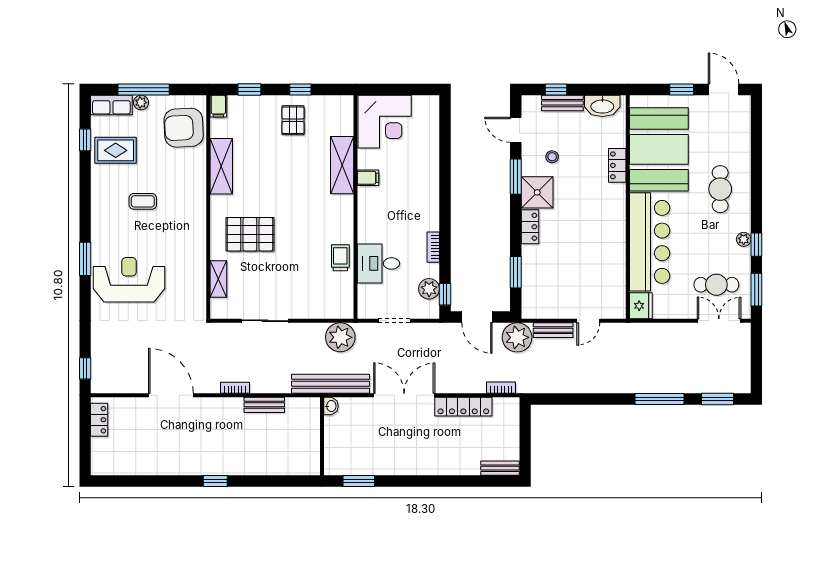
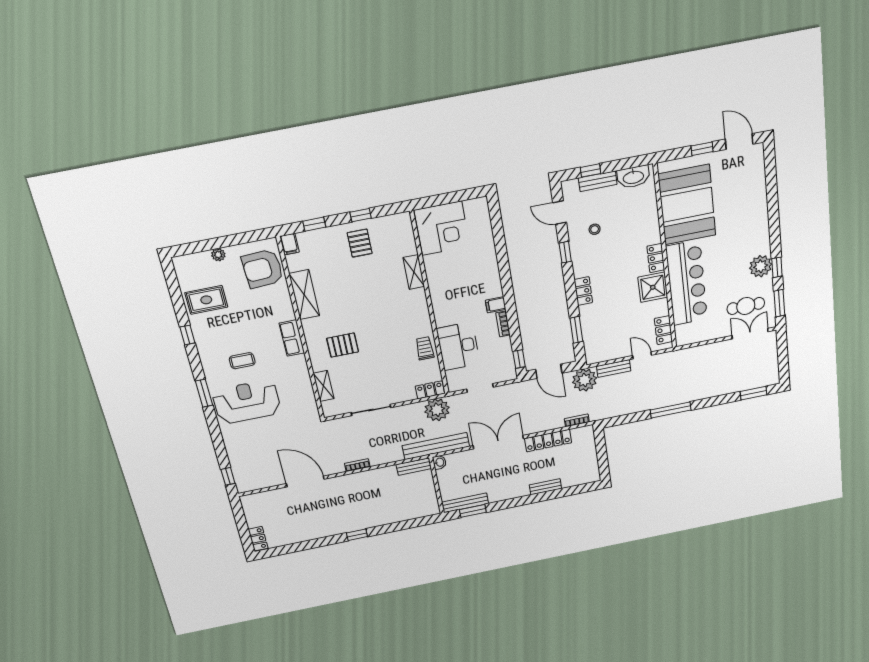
window: (144, 90) -> (218, 243), removed
row of seats: (111, 105) -> (292, 338), moved, turned 90
window: (85, 140) -> (187, 335), moved
shelving: (342, 165) -> (414, 272), width x0.67, depth x0.75
locker: (617, 165) -> (656, 258), moved
window: (516, 177) -> (565, 252), width x0.67
filing cabinet: (368, 178) -> (496, 305), moved, turned 180
cafe table: (720, 189) -> (743, 228), removed
shower: (537, 192) -> (653, 287), moved
coffee table: (143, 201) -> (242, 361), moved
pallet: (250, 234) -> (343, 345), width x0.67, depth x0.71
plant: (744, 239) -> (761, 266), width x1.88, depth x1.88
desk: (378, 263) -> (458, 346), width x1.37
plant: (429, 289) -> (505, 358), removed
locker: (617, 294) -> (663, 330), added
fridge: (641, 306) -> (684, 335), removed
locker: (337, 310) -> (430, 390), added
door: (588, 321) -> (642, 355), swing flipped
window: (660, 399) -> (671, 410), moved
bench: (264, 405) -> (414, 467), moved
locker: (99, 420) -> (258, 539), moved
bench: (352, 468) -> (465, 503), added
bench: (500, 468) -> (545, 487), moved

